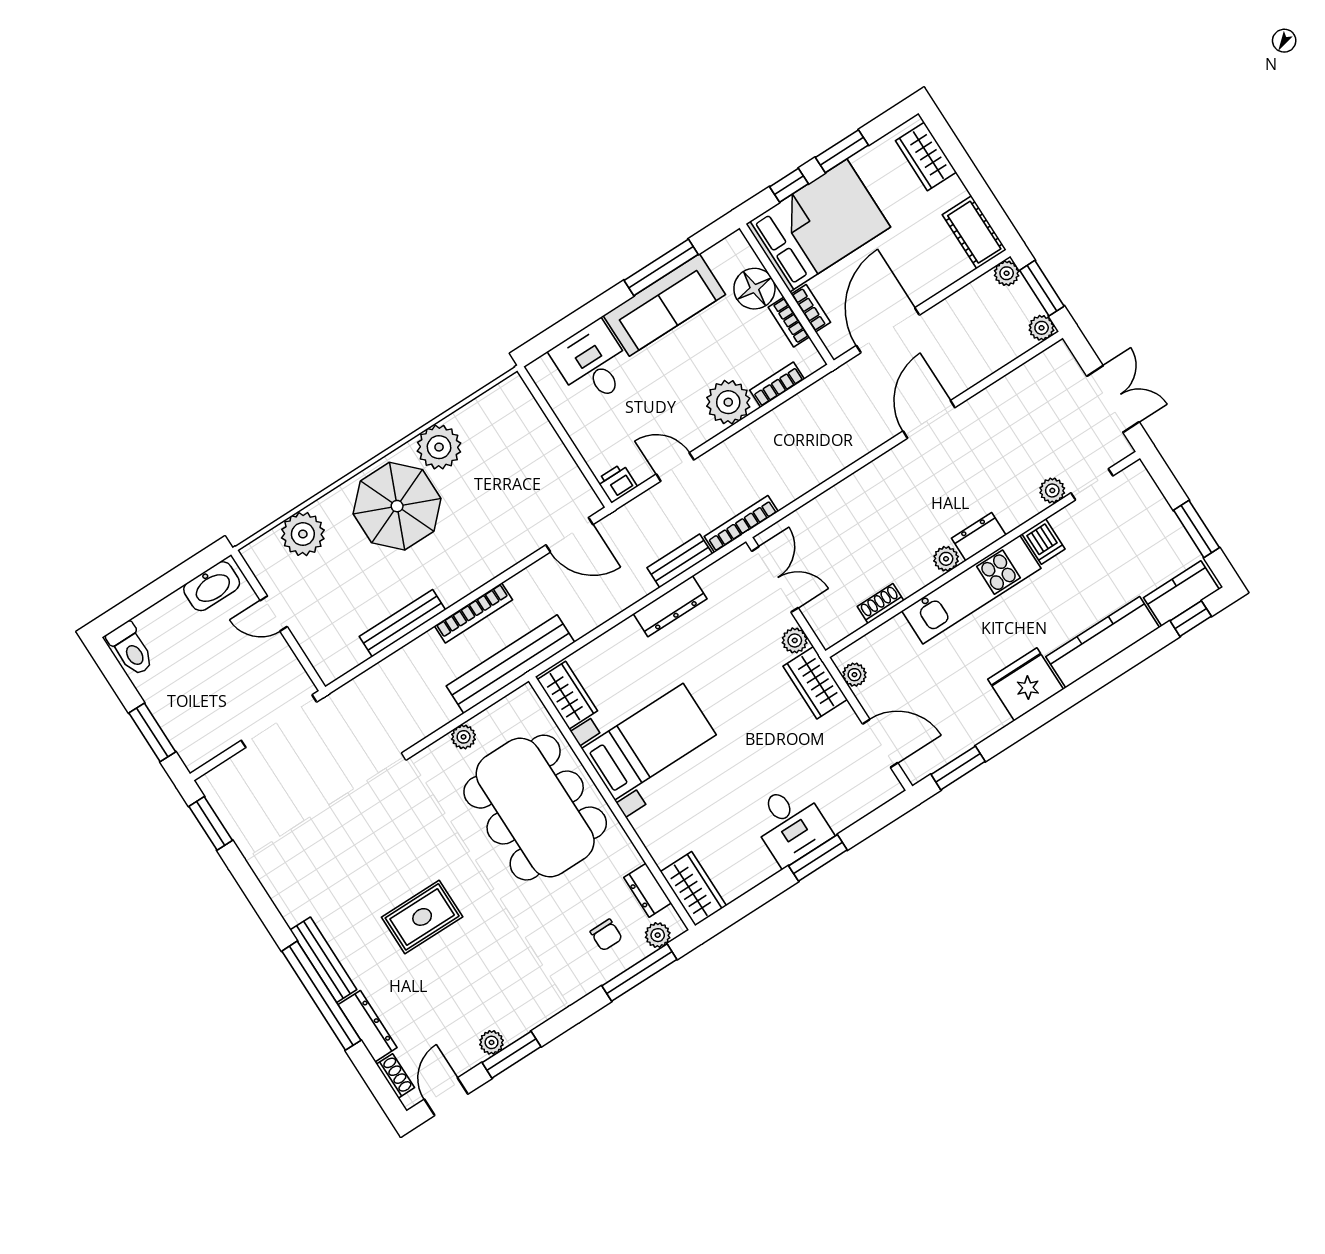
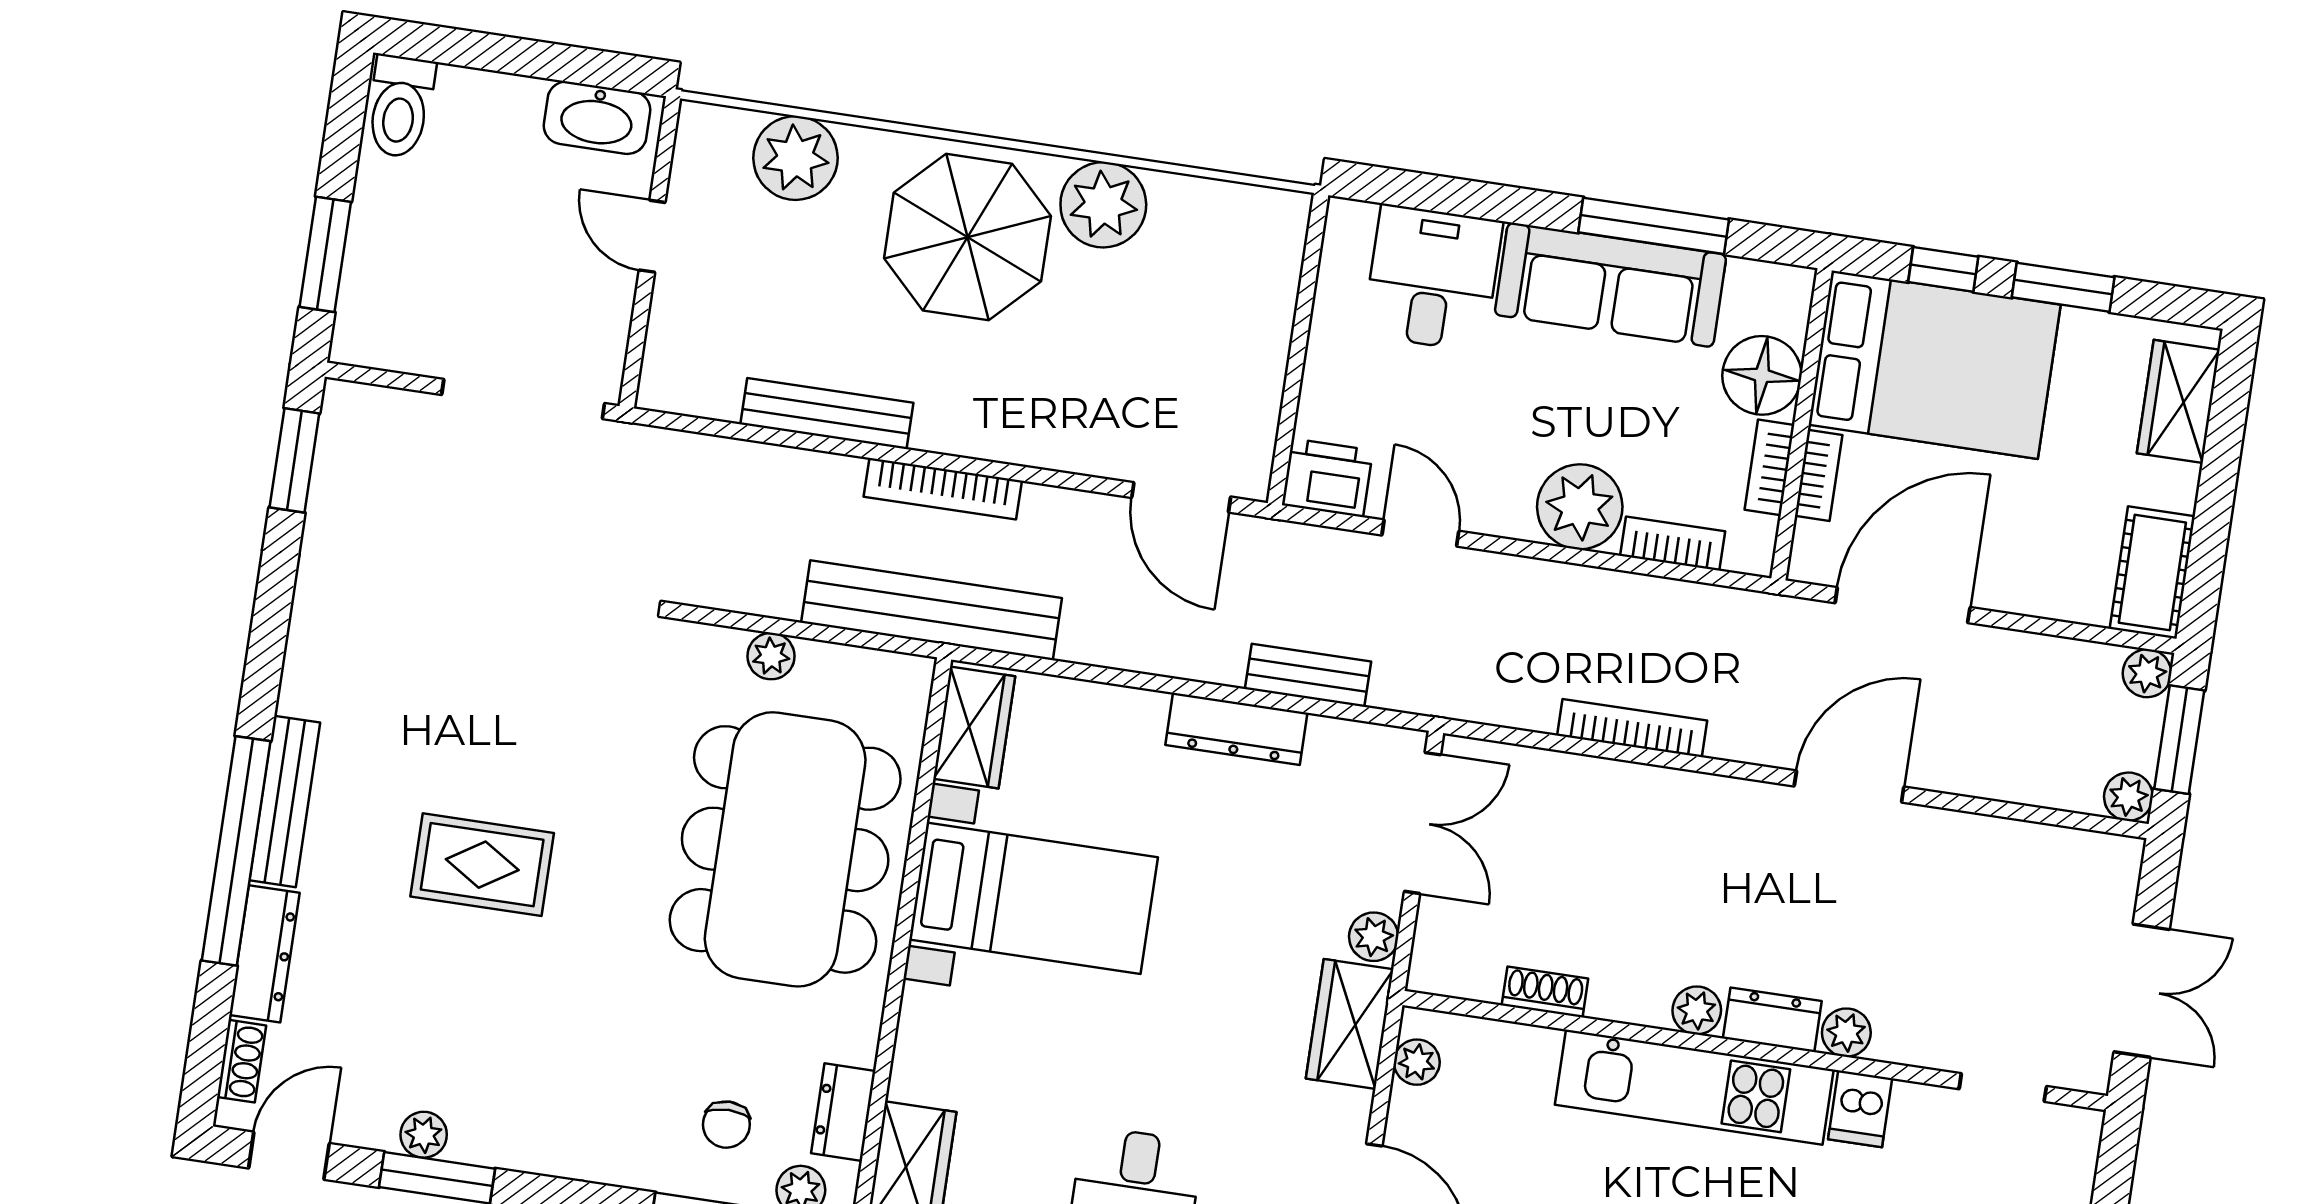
printer: (617, 483) -> (1327, 478), width x1.36, depth x1.24
plant: (1052, 490) -> (1846, 1033), moved
bookcase: (741, 524) -> (1632, 728), moved

